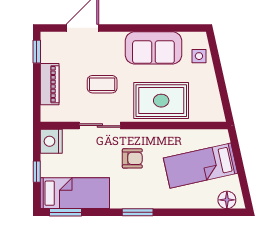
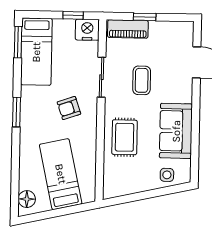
window: (37, 52) -> (145, 17), moved
piano: (50, 84) -> (128, 29), moved
rug: (161, 101) -> (125, 137), width x0.73, depth x0.70
armchair: (132, 158) -> (69, 108), turned 71
window: (37, 172) -> (73, 15), moved

